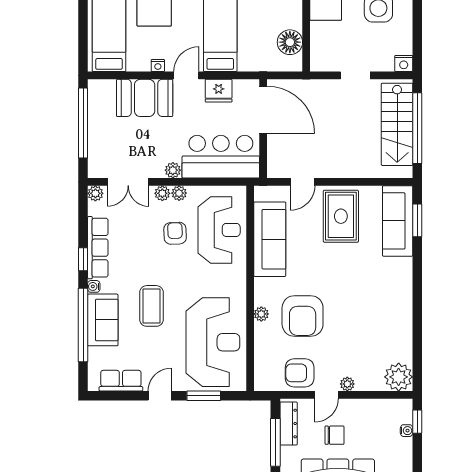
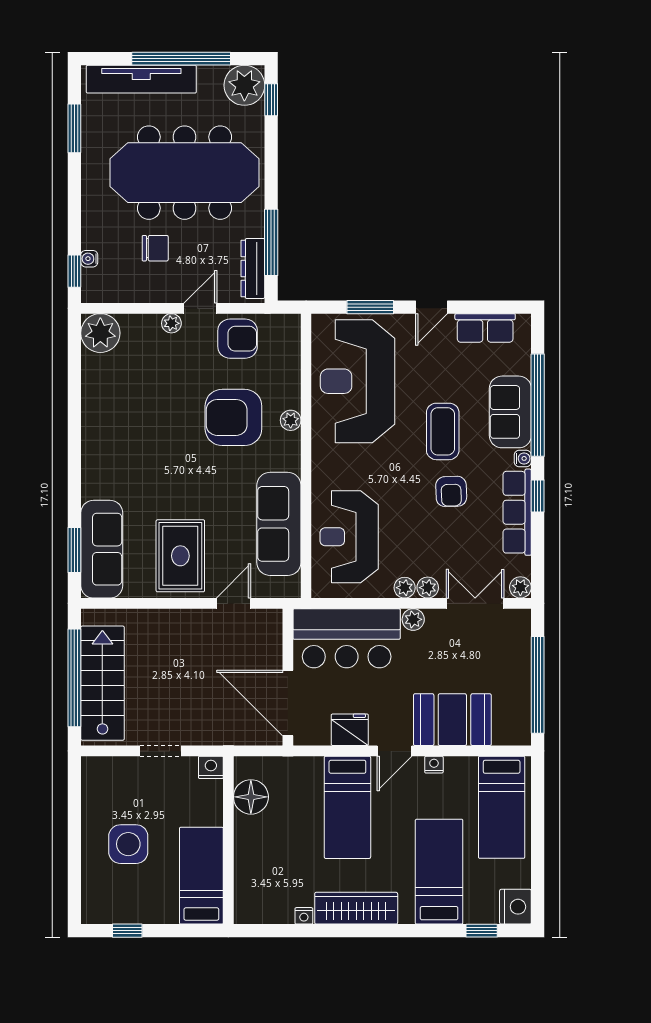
nightstand: (404, 64) -> (211, 767), moved
armchair: (175, 233) -> (451, 491), moved
armchair: (303, 316) -> (233, 417), turned -90
chair: (335, 435) -> (155, 248), moved, turned 180

